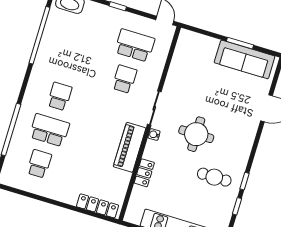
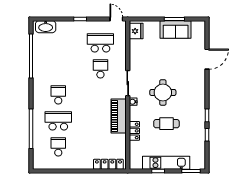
fridge: (186, 44) -> (136, 31), added
sofa: (245, 59) -> (176, 29), width x0.73
cafe table: (214, 177) -> (166, 124), moved

